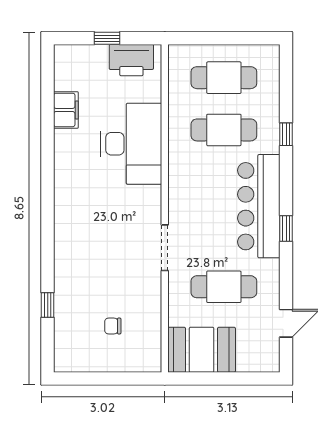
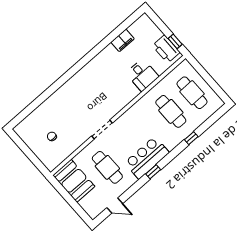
window: (107, 38) -> (175, 41), moved
desk: (131, 144) -> (142, 75), width x0.53, depth x0.77
bar counter: (259, 206) -> (147, 158), width x0.73
window: (48, 305) -> (37, 103), removed

